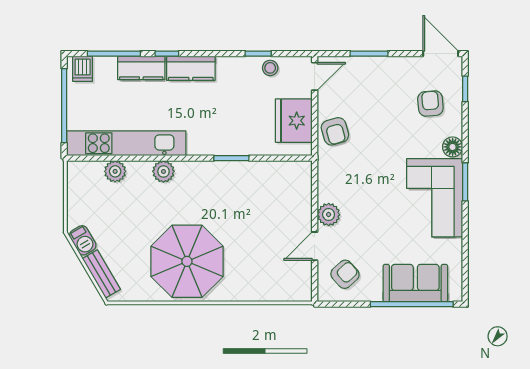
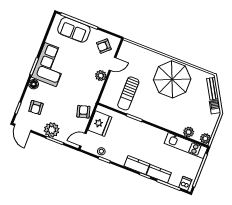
plant: (383, 72) -> (52, 130), added
kitchen unit: (126, 143) -> (186, 145), width x0.73
plant: (163, 171) -> (205, 139), moved
sun lounger: (262, 201) -> (128, 93), added

